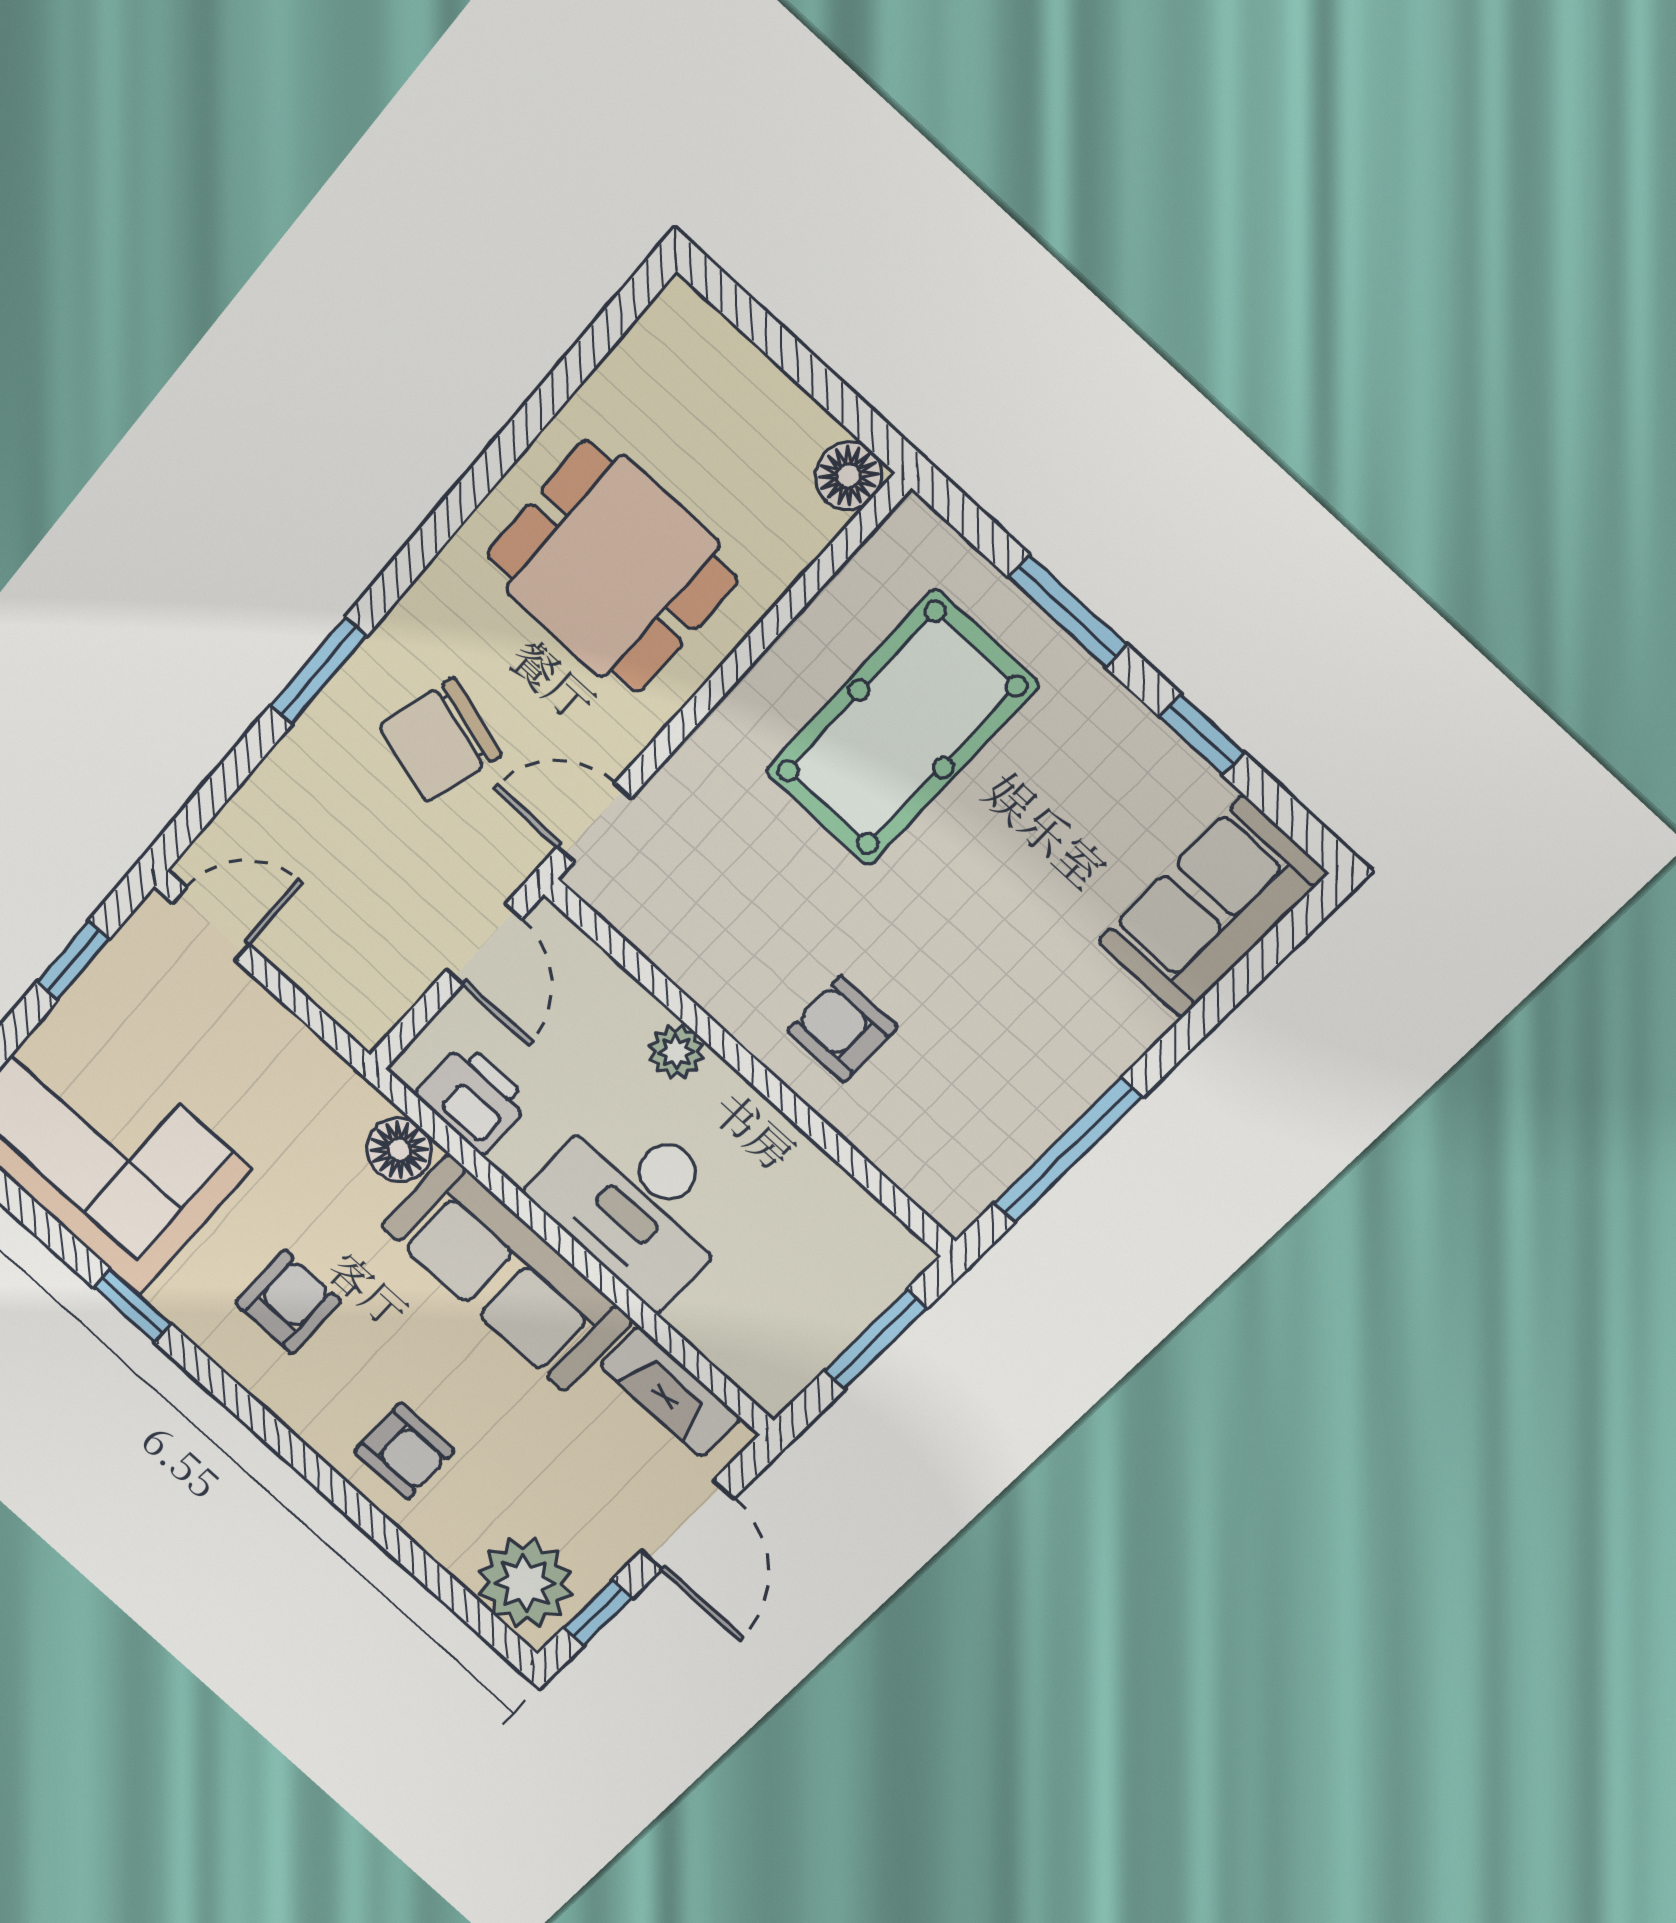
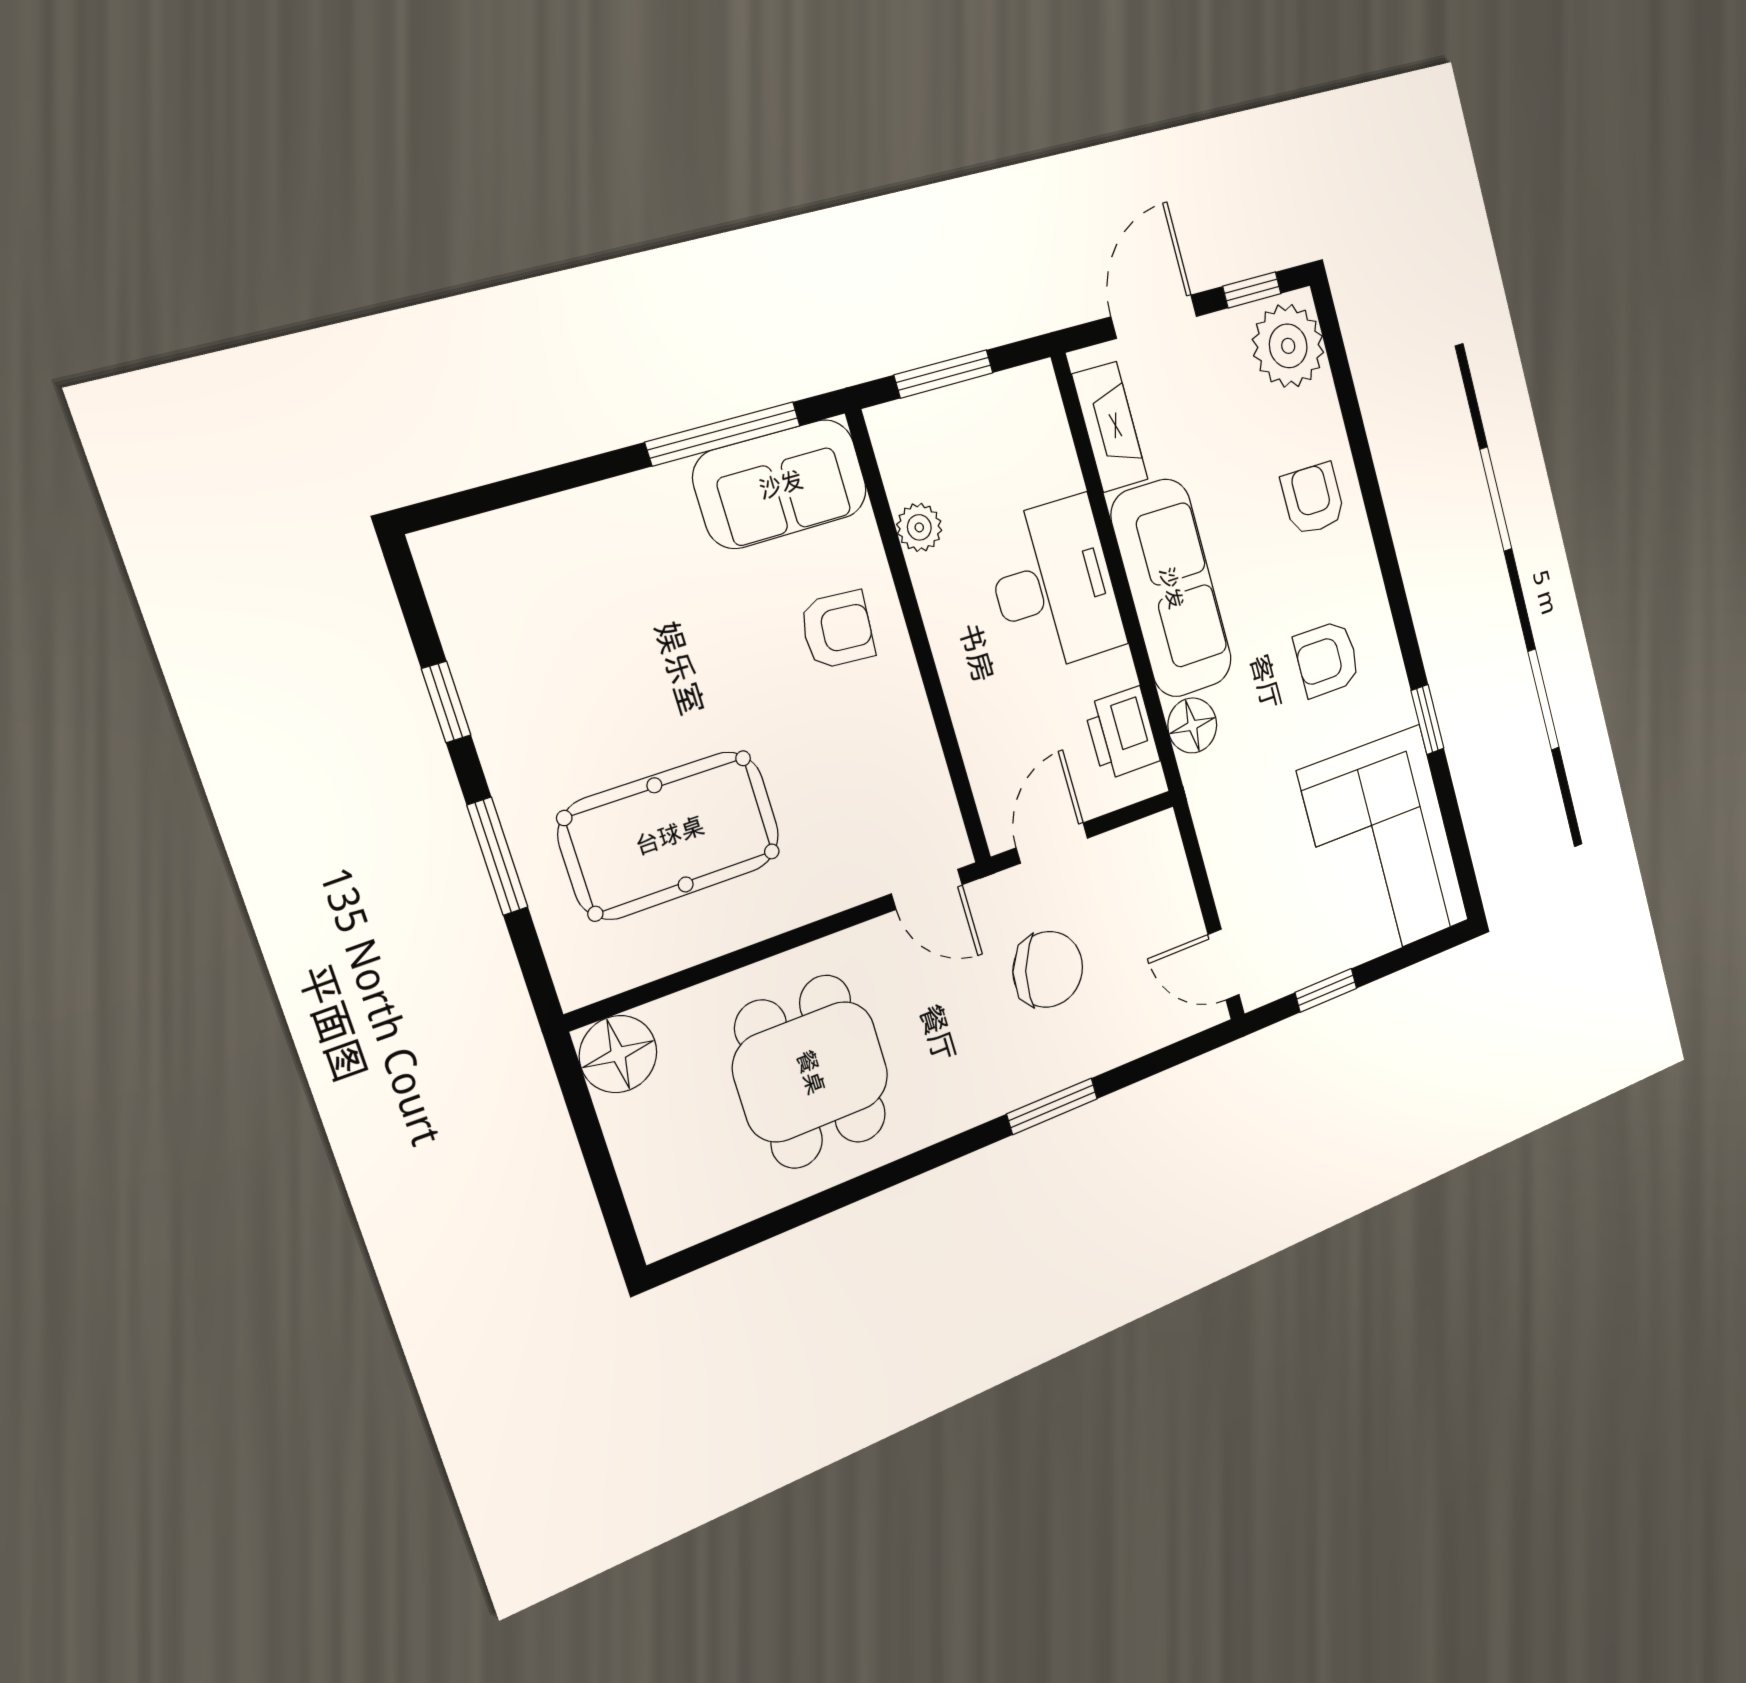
floor lamp: (849, 476) -> (618, 1054), width x1.38, depth x1.38
chair: (440, 740) -> (1048, 969), moved
sofa: (1212, 907) -> (781, 484), moved
armchair: (842, 1029) -> (837, 630), turned -86
plant: (676, 1052) -> (919, 527), moved

